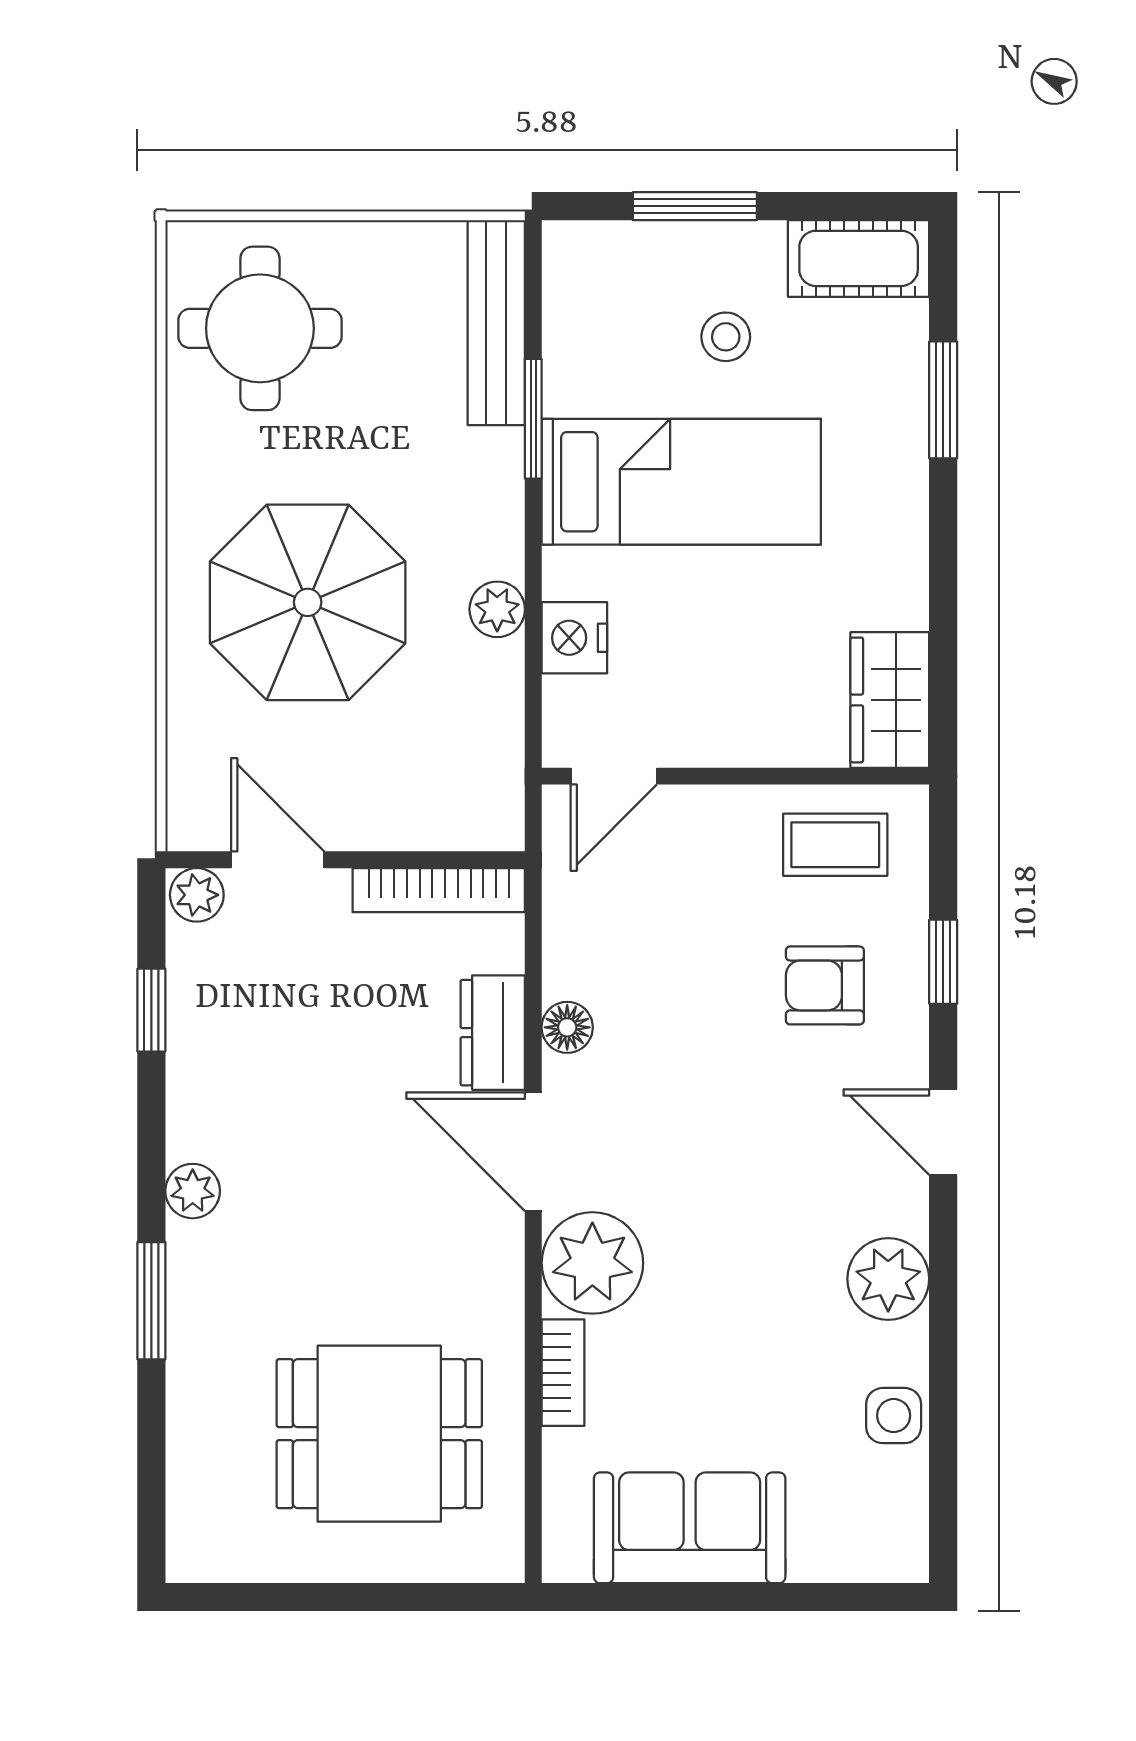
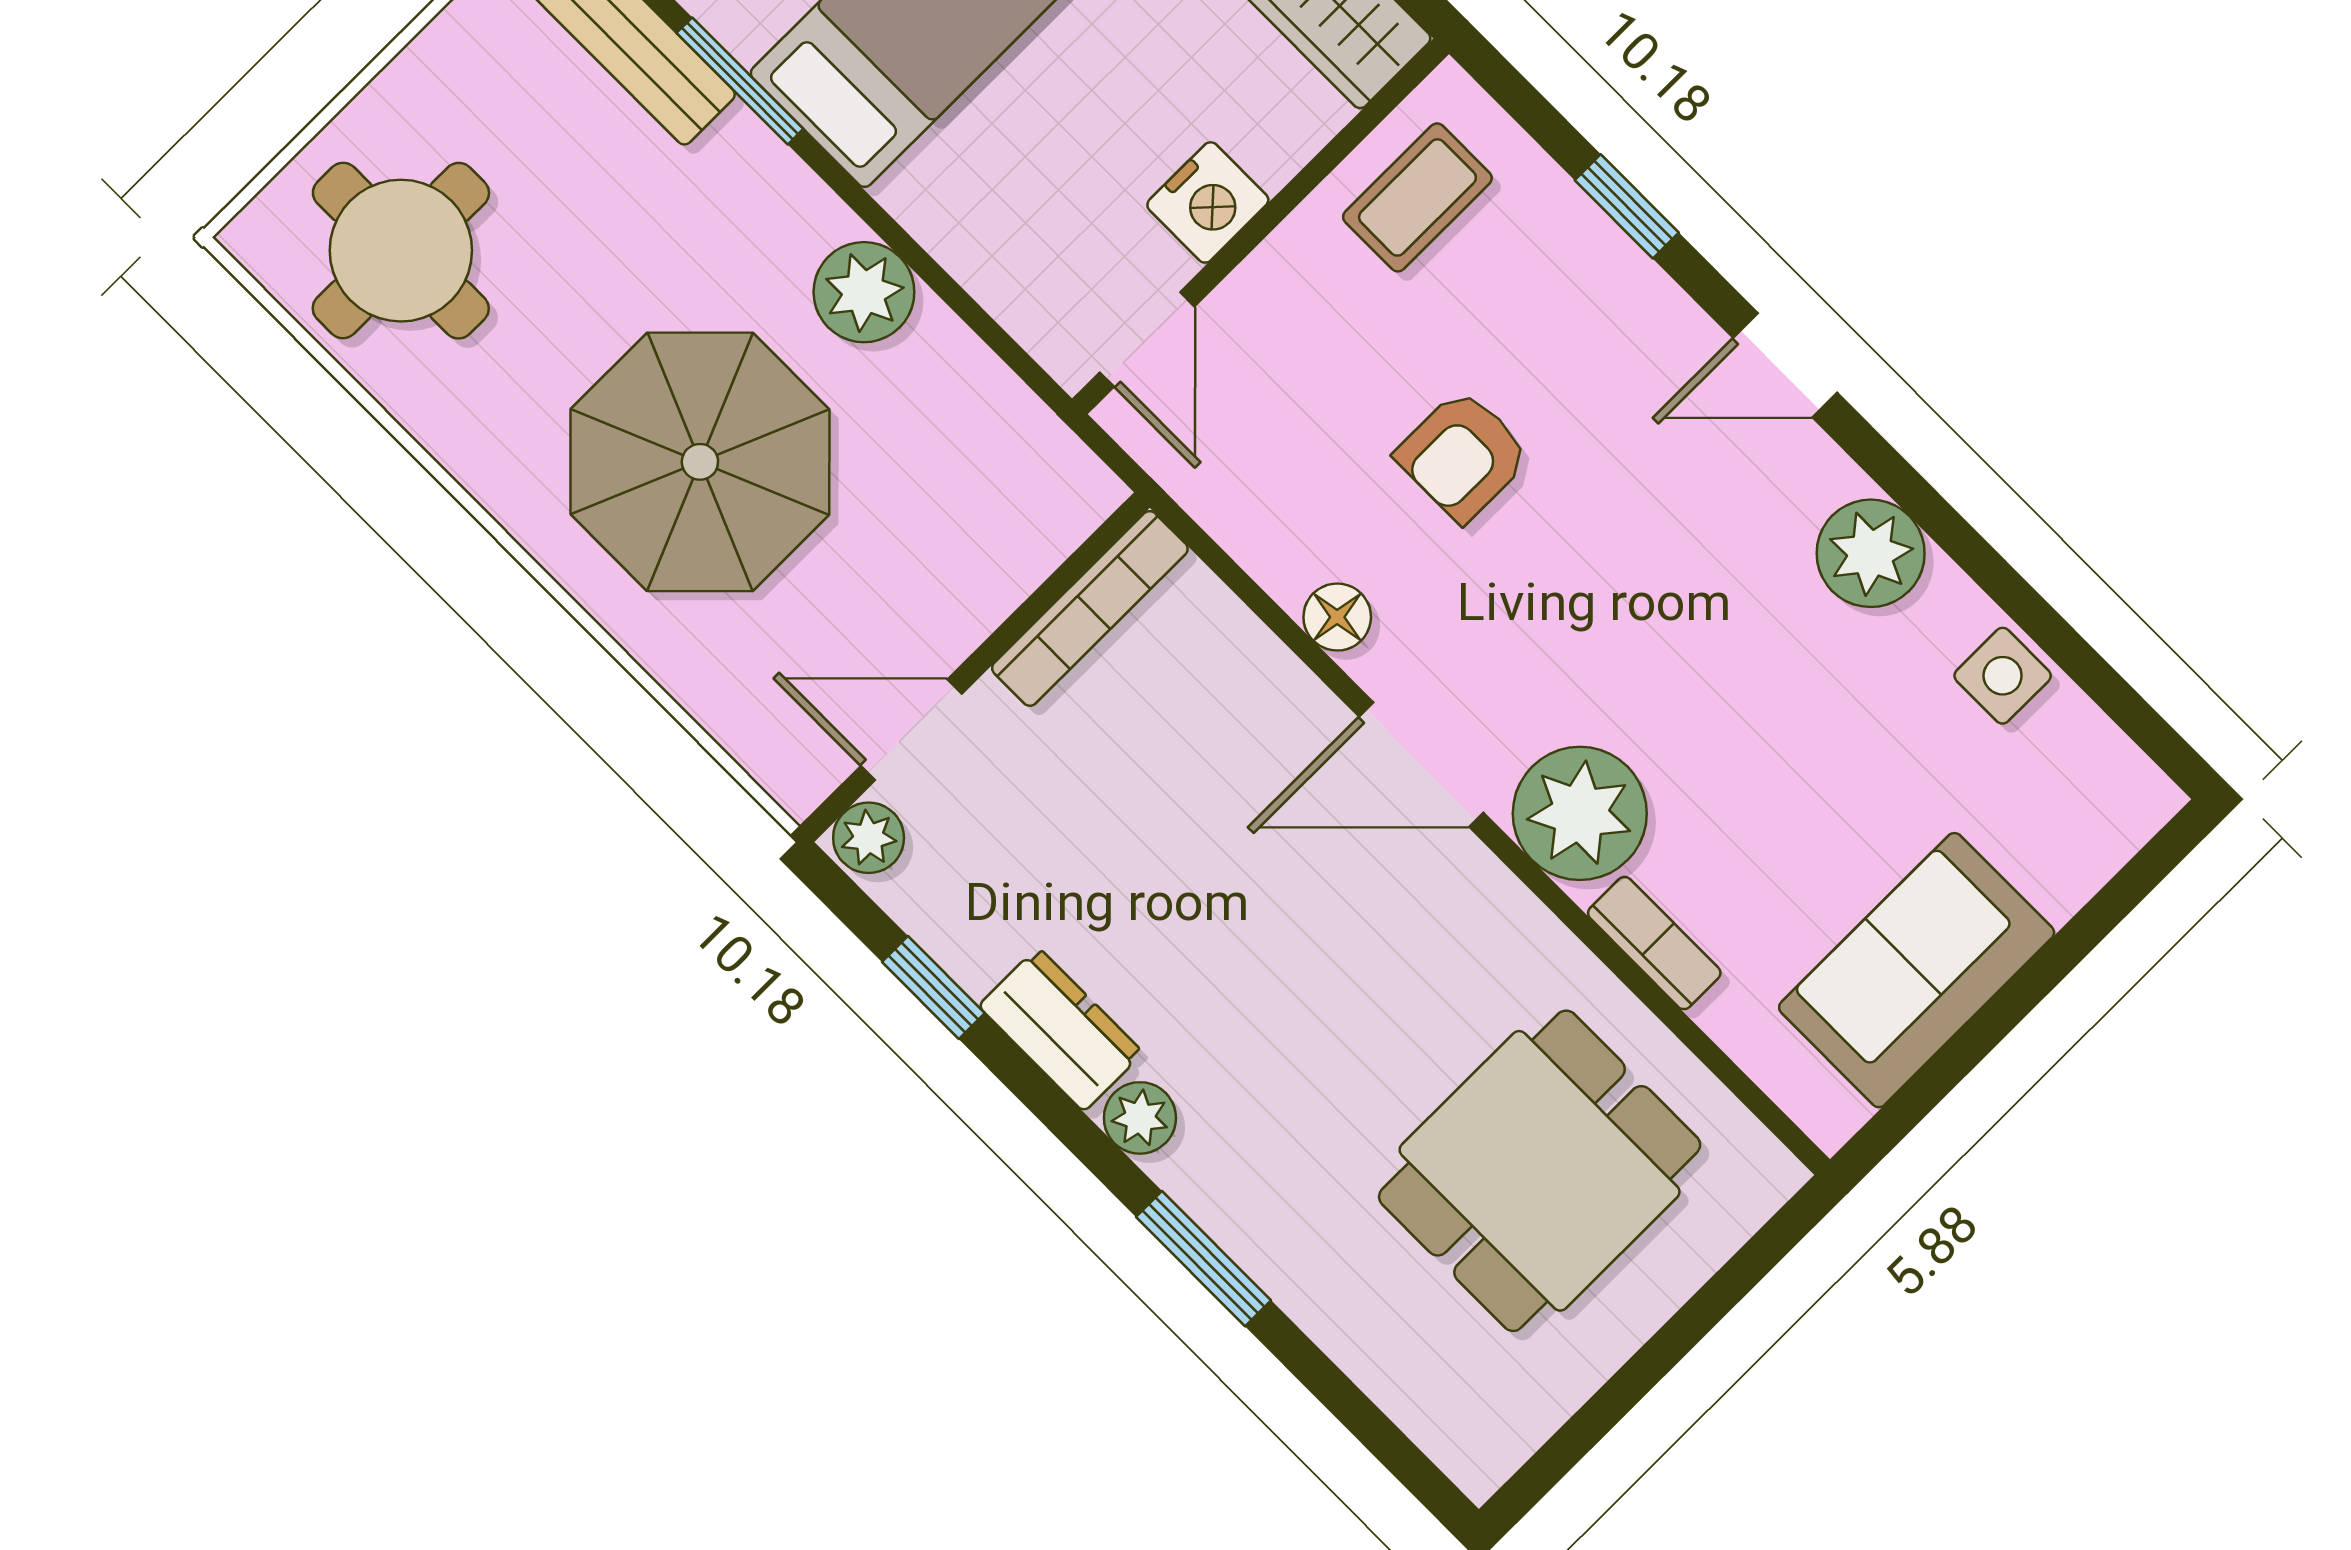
plant: (497, 609) -> (864, 292), width x1.38, depth x1.38
nightstand: (574, 638) -> (1208, 202), moved, turned -90
armchair: (825, 985) -> (1463, 455), moved
dresser: (493, 1033) -> (1061, 1029), moved, turned 180

